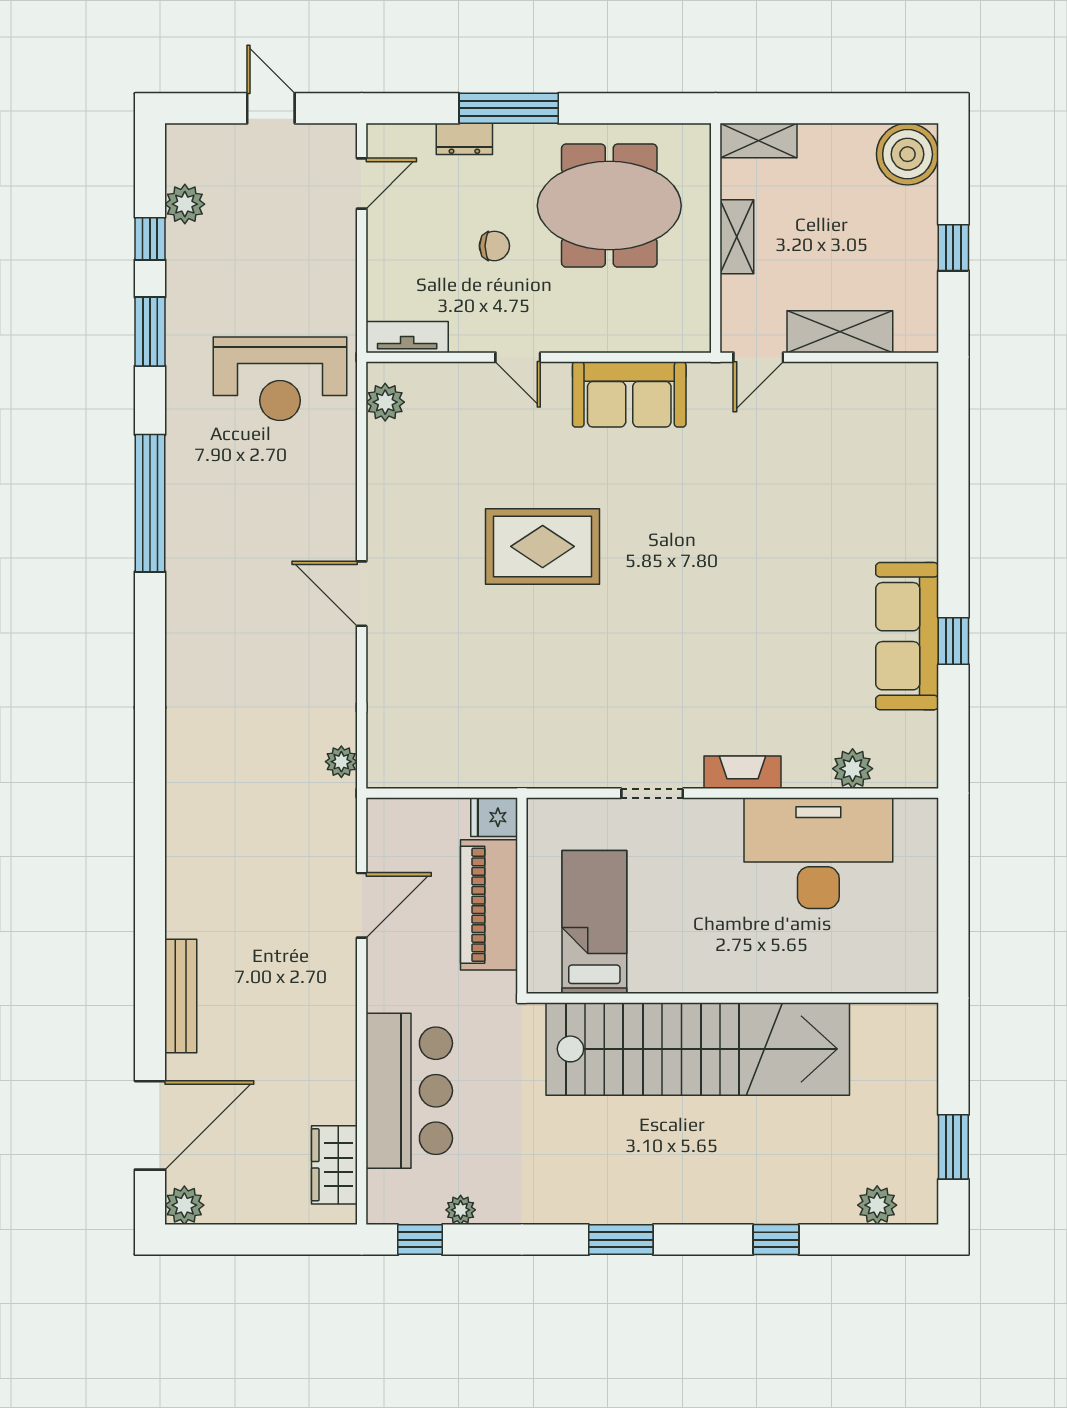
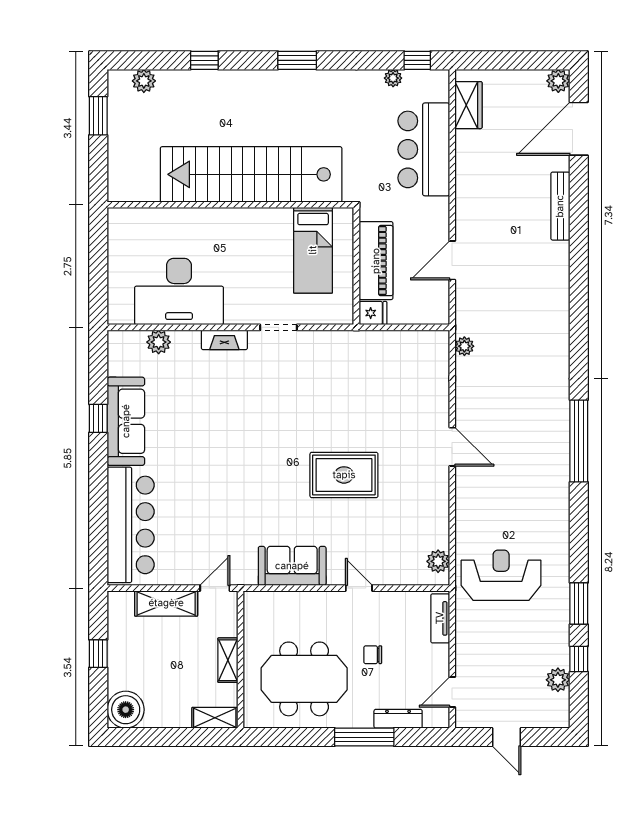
dresser: (464, 139) -> (398, 719), width x1.44
tv unit: (407, 337) -> (440, 618), moved, turned 90
bar counter: (899, 463) -> (131, 525), added
window: (150, 503) -> (579, 441), moved

